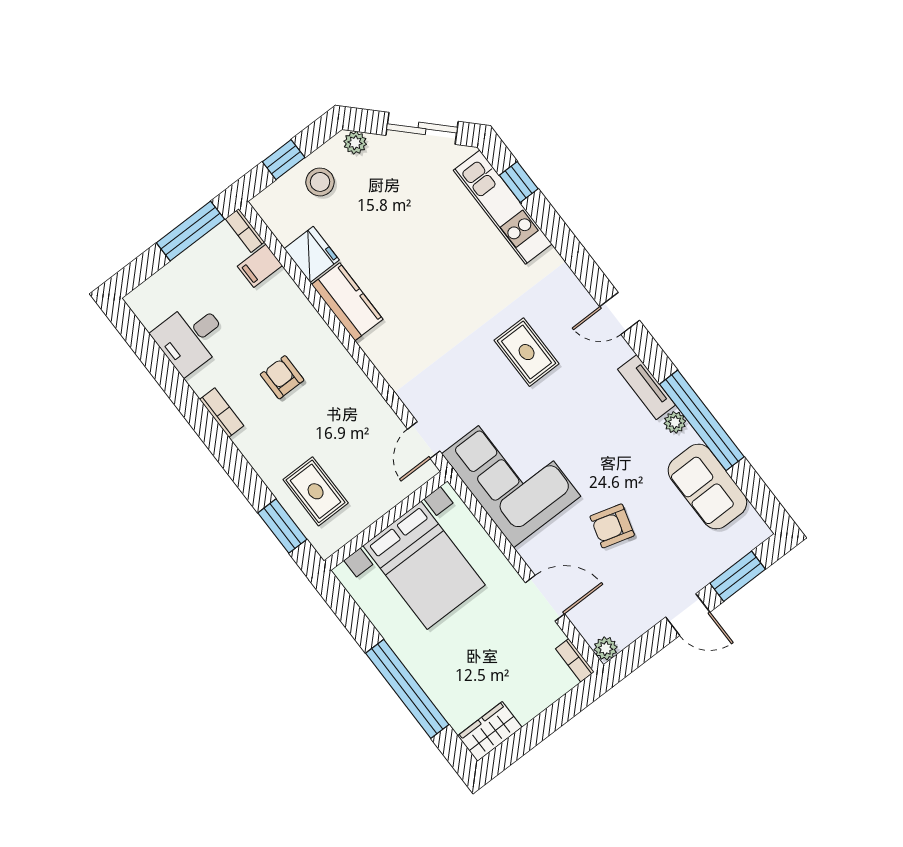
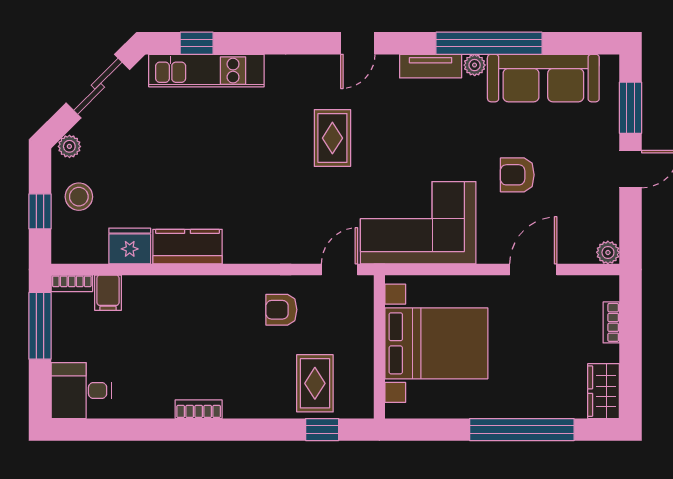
desk: (191, 337) -> (81, 391), moved, turned 90
rug: (527, 352) -> (332, 138), turned 90
armchair: (282, 377) -> (281, 310), moved
door: (424, 440) -> (339, 270), swing flipped
sofa: (707, 487) -> (543, 78), width x1.36
rug: (316, 491) -> (315, 383), turned 90
window: (282, 526) -> (322, 430), width x0.67
armchair: (612, 526) -> (517, 175), turned 74
bookcase: (575, 660) -> (611, 322), moved, turned 90

